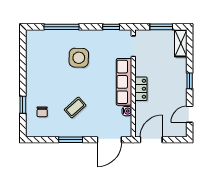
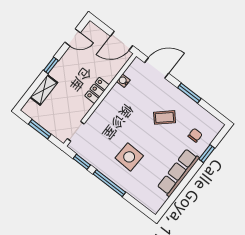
window: (61, 27) -> (109, 183), moved
shelving: (181, 43) -> (44, 90), moved
row of seats: (124, 82) -> (178, 173), moved, turned 180

